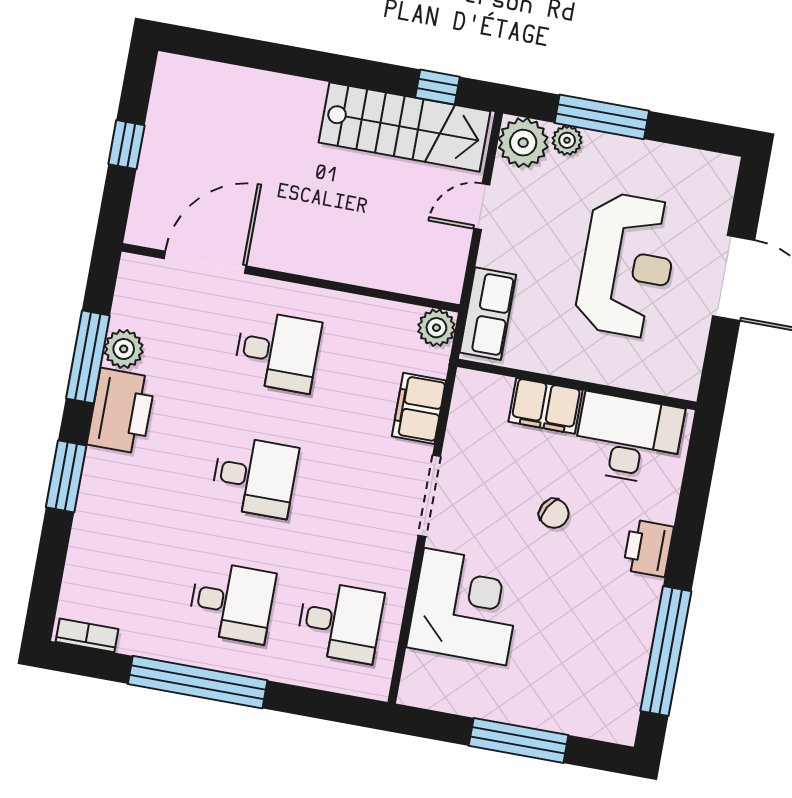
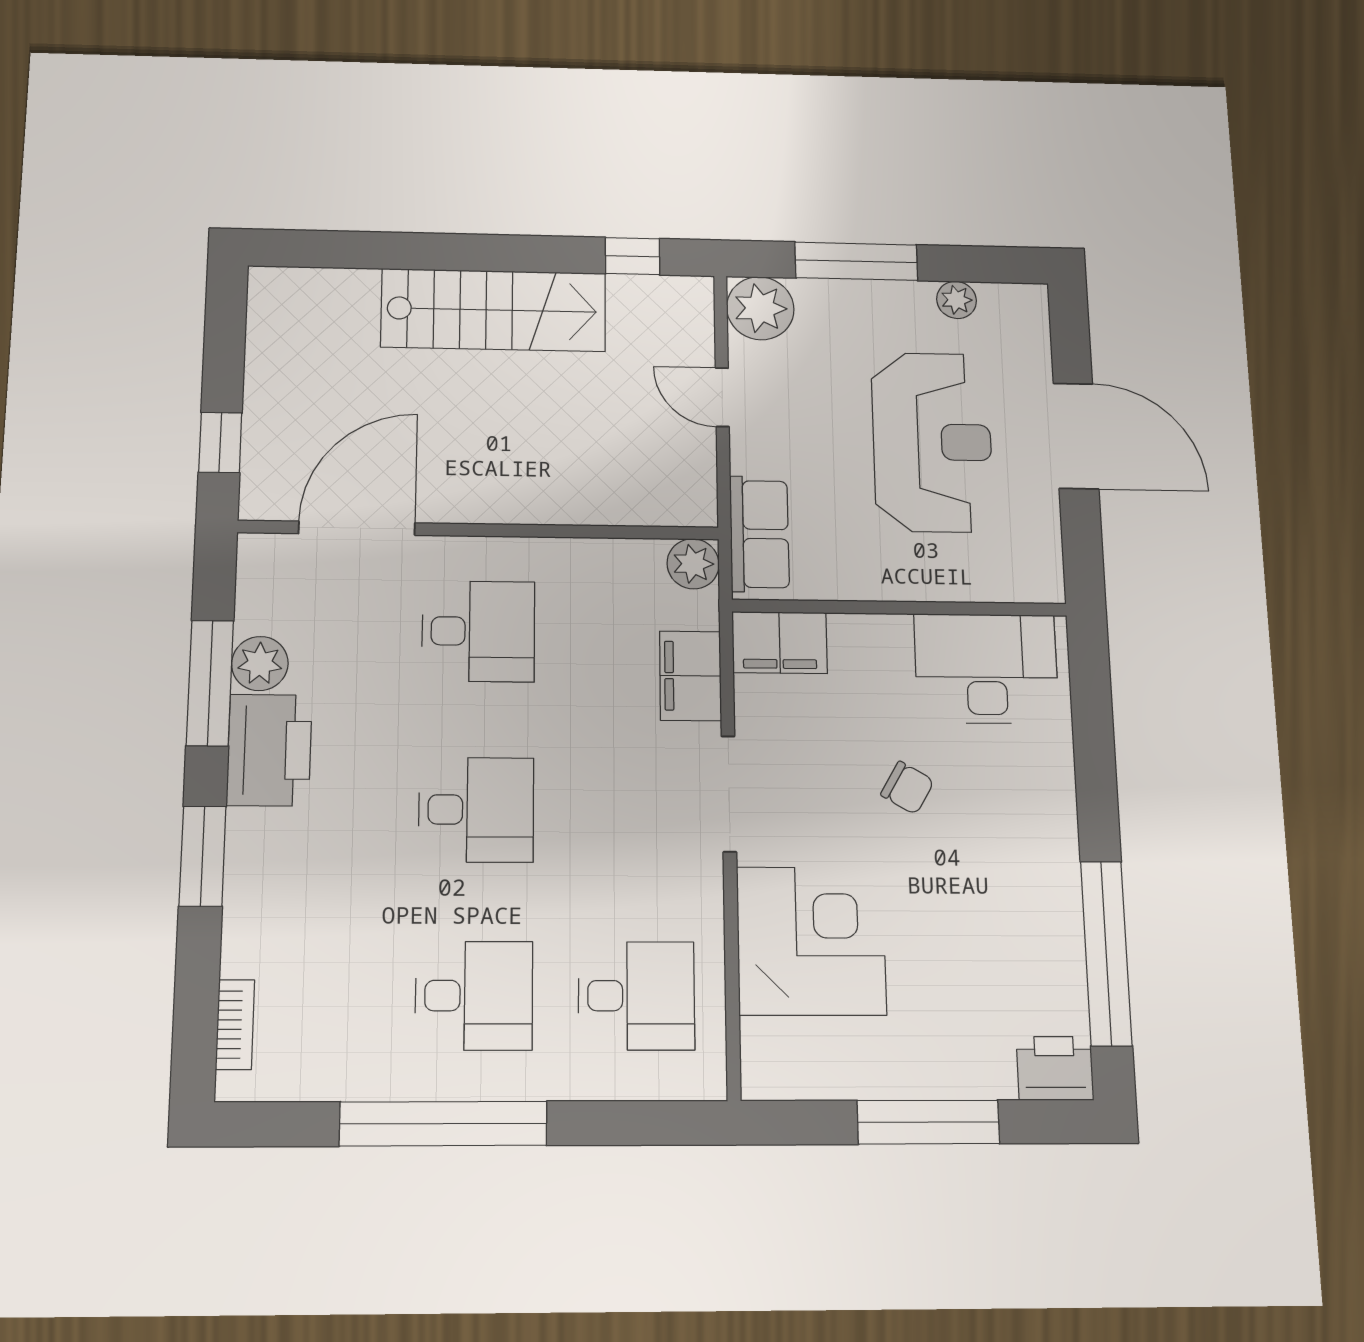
stairs: (405, 127) -> (494, 310), moved
plant: (567, 140) -> (957, 300), moved
window: (126, 145) -> (220, 442), moved
door: (482, 207) -> (722, 397), hinge flipped
filing cabinet: (546, 406) -> (780, 642), moved
printer: (648, 548) -> (1055, 1068), moved, turned 90
bookcase: (87, 635) -> (235, 1025), moved, turned 90

